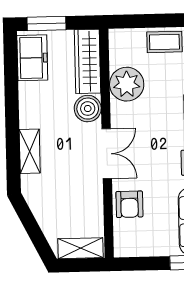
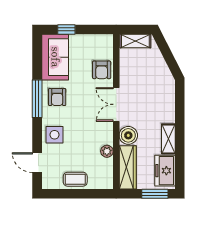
plant: (127, 84) -> (107, 151), width x0.53, depth x0.53
shelving: (30, 151) -> (168, 139), moved
armchair: (129, 204) -> (102, 70), turned 180

